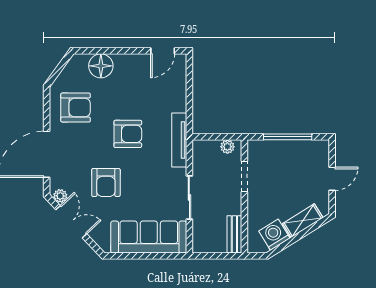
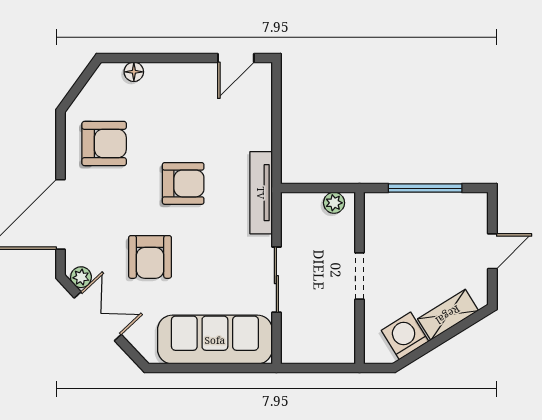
floor lamp: (101, 66) -> (134, 72), width x0.53, depth x0.53
doorway: (244, 176) -> (359, 276), moved
bench: (234, 234) -> (344, 335), removed

